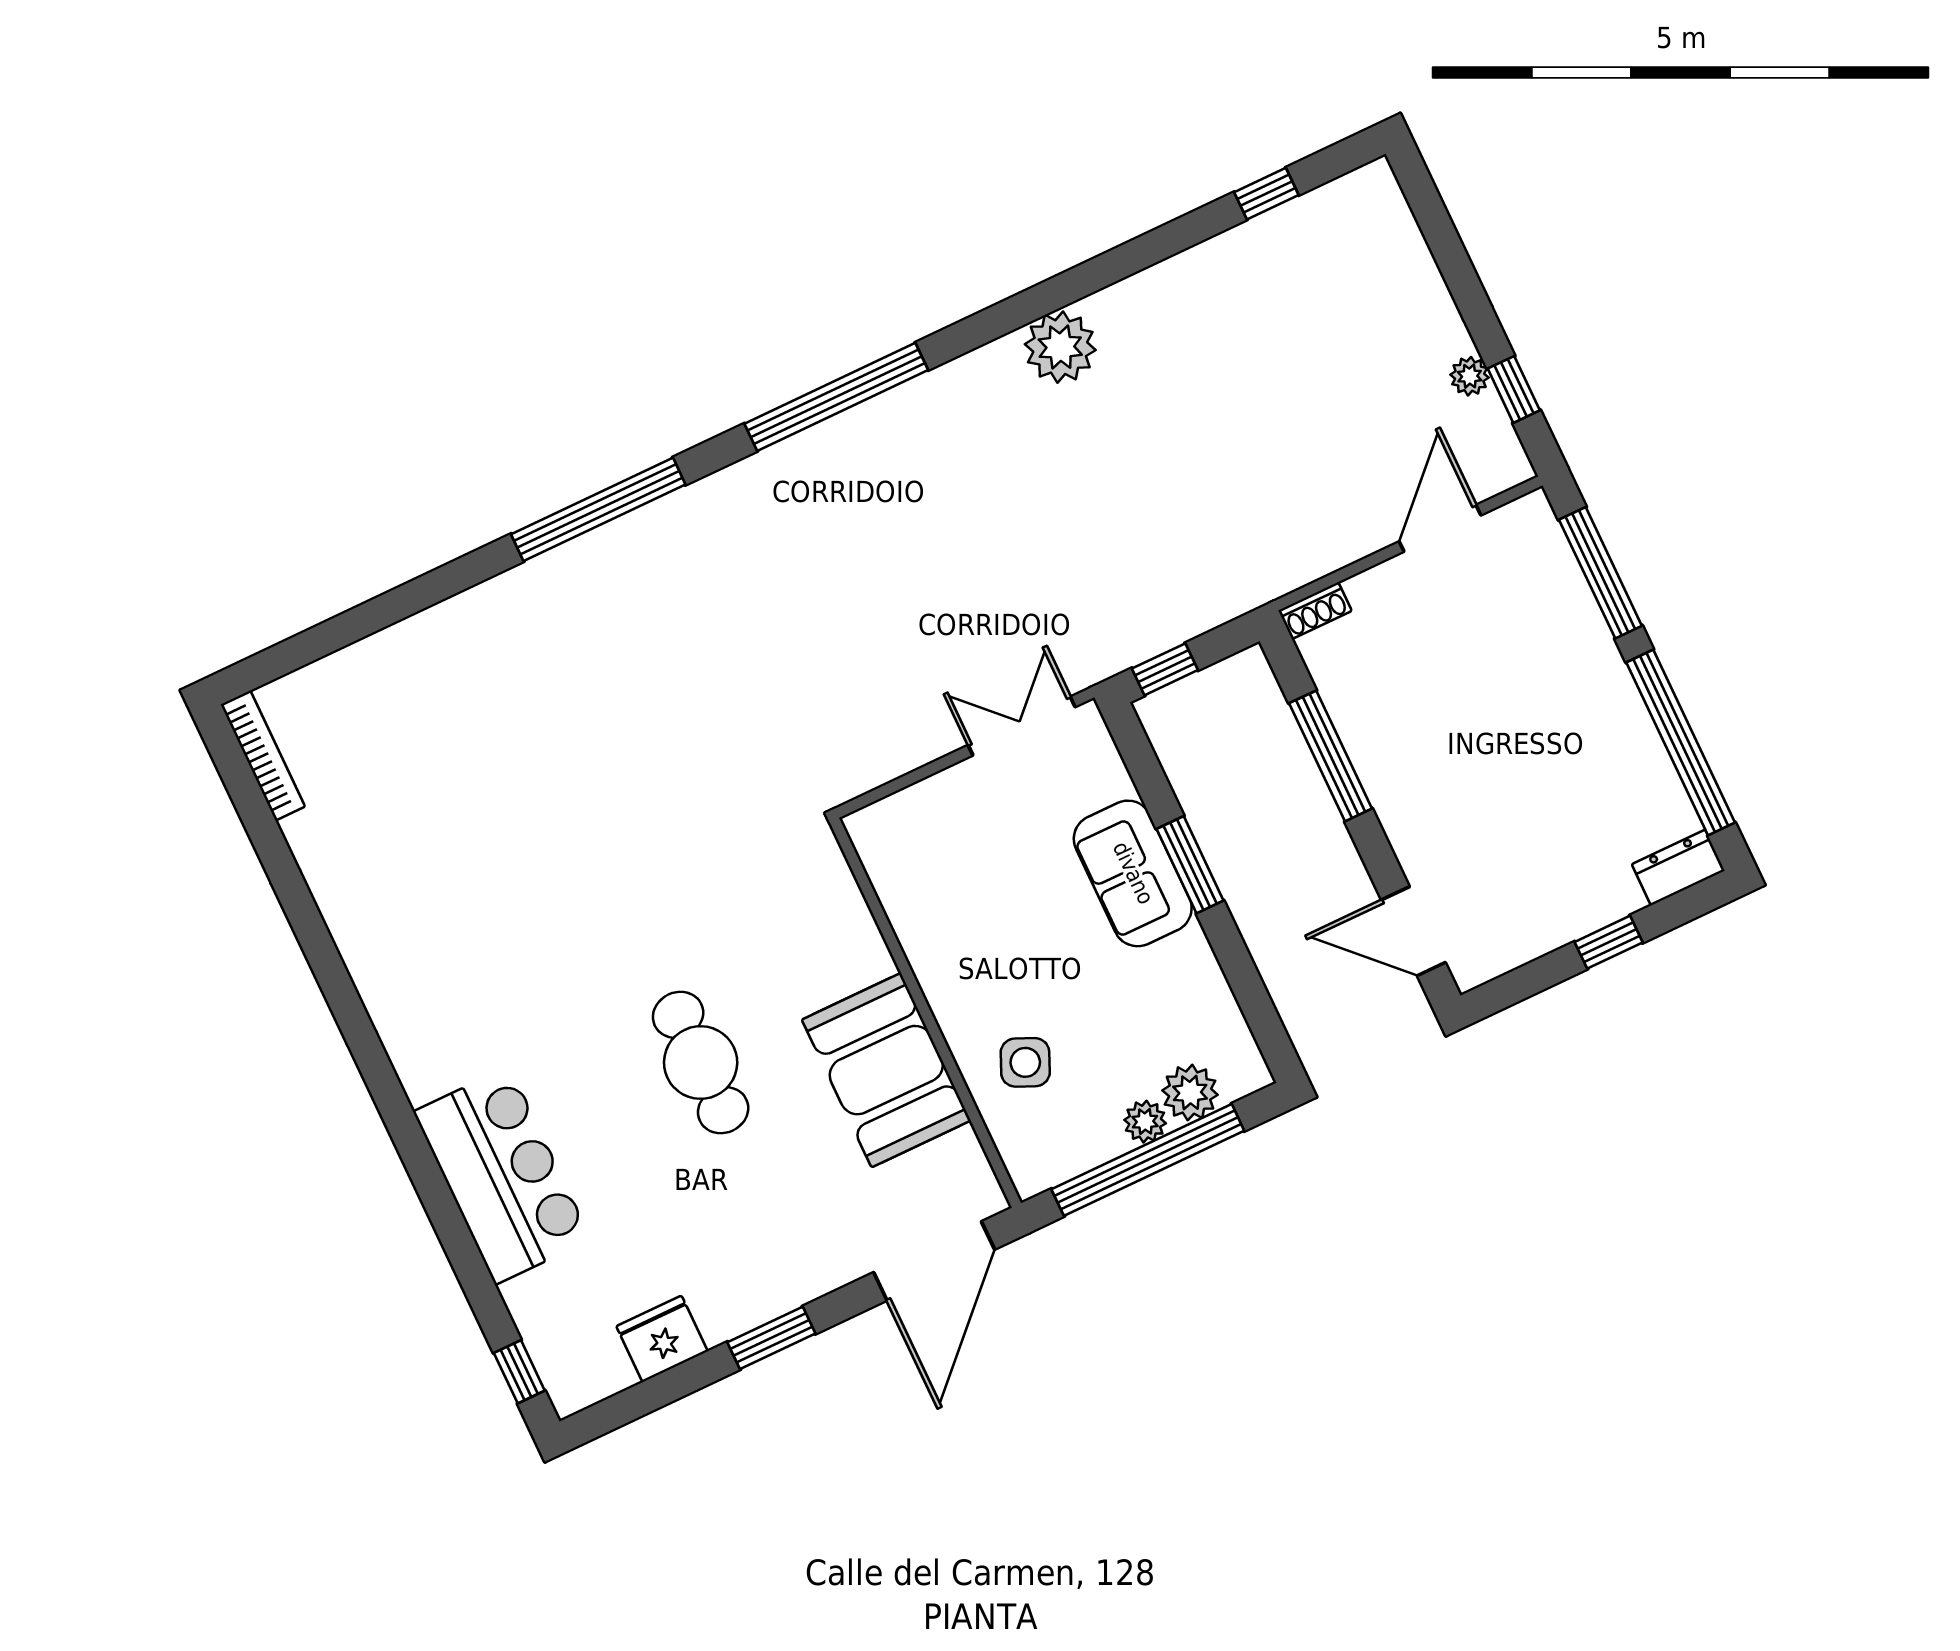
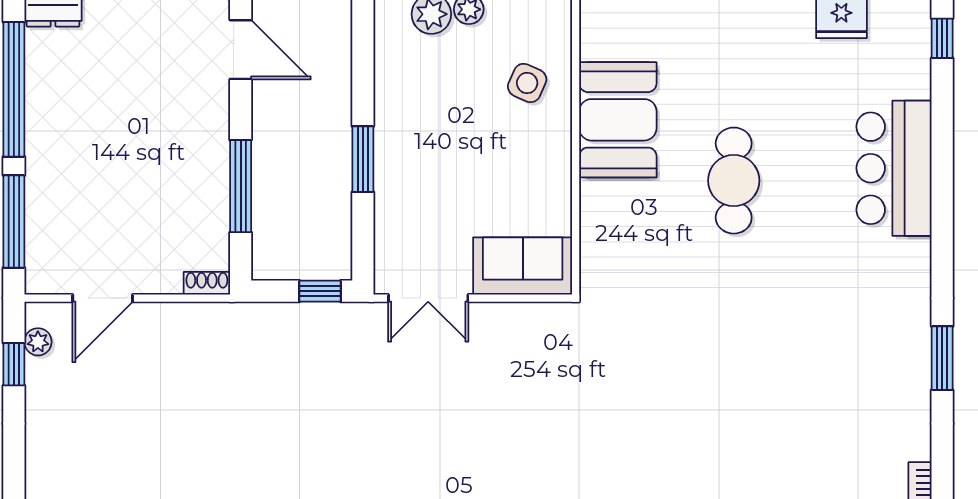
plant: (1470, 376) -> (38, 342), moved
sofa: (1133, 873) -> (523, 266), moved, turned -90
window: (325, 961) -> (942, 358), added

